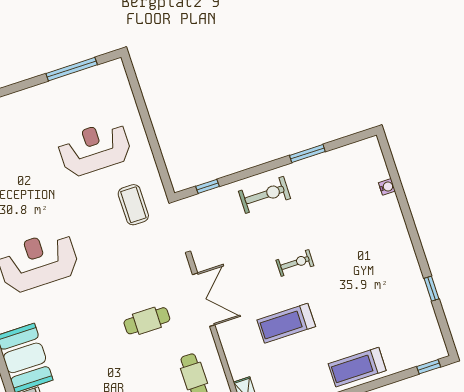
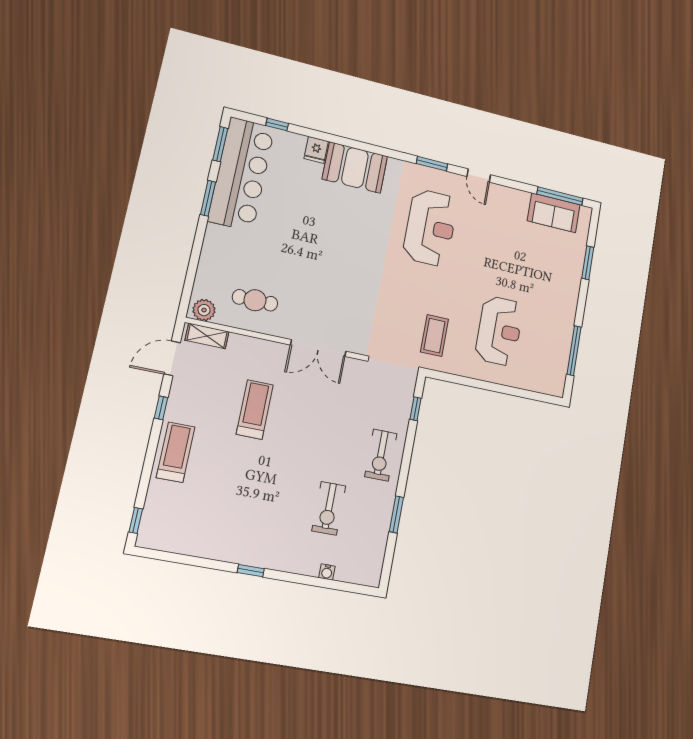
coffee table: (133, 205) -> (434, 336), turned 90
exercise bike: (295, 263) -> (329, 508), moved, width x1.38, depth x1.39
window: (431, 289) -> (251, 571), moved
cafe table: (147, 321) -> (328, 288), removed

